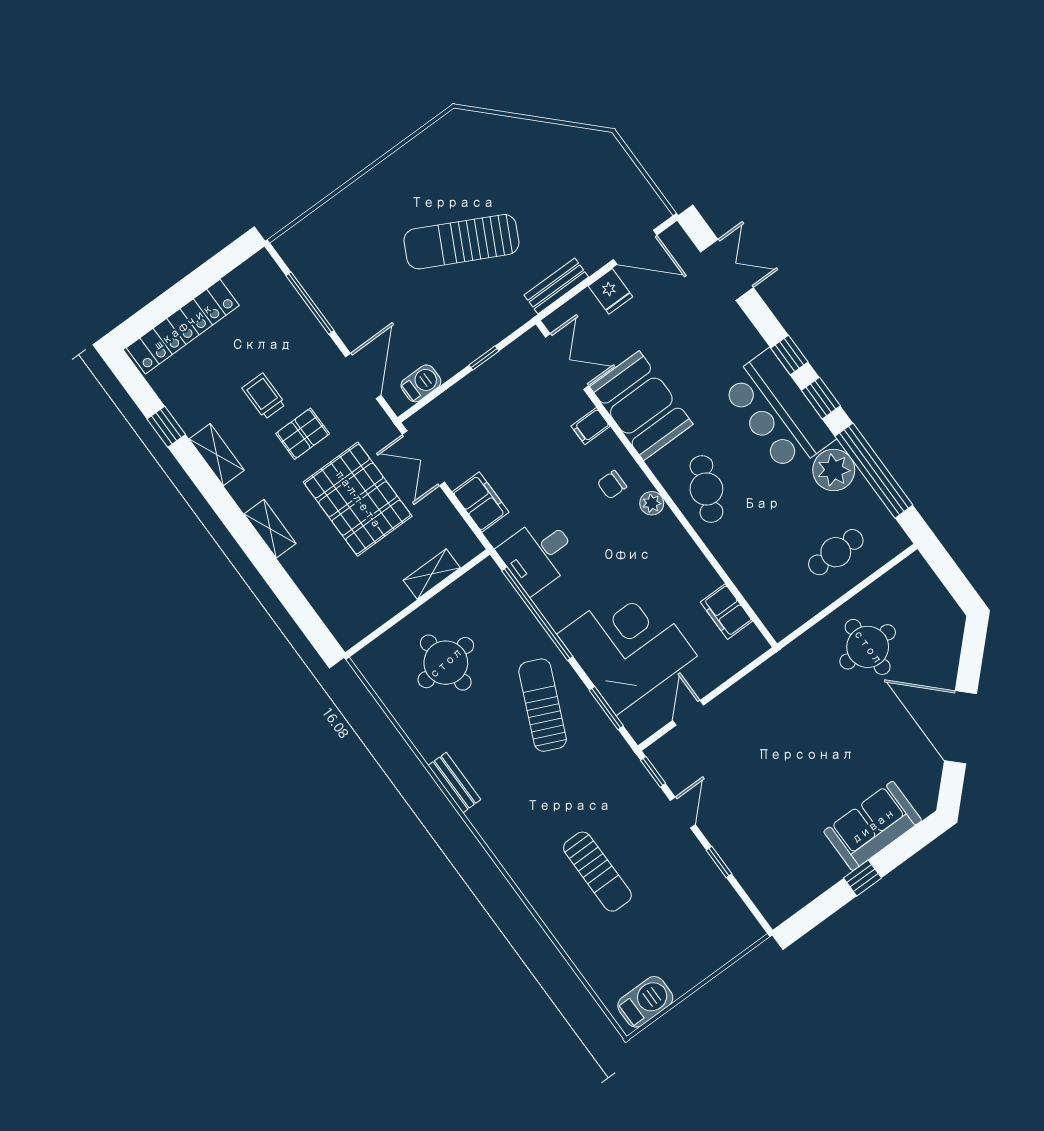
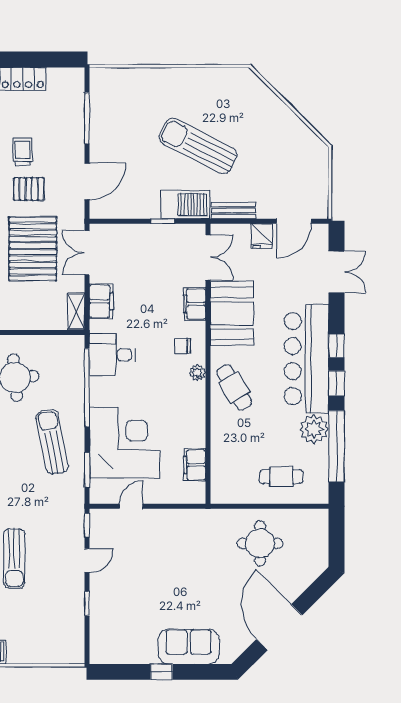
door: (635, 247) -> (294, 221), hinge flipped
barbecue: (421, 383) -> (185, 205), moved, width x1.88, depth x1.53
bar counter: (778, 412) -> (307, 359), width x1.36
filing cabinet: (591, 426) -> (195, 304), width x2.00
cafe table: (706, 489) -> (234, 387), turned -55
shelving: (432, 574) -> (76, 311), moved, turned 90
sun lounger: (543, 705) -> (52, 442), turned -35

